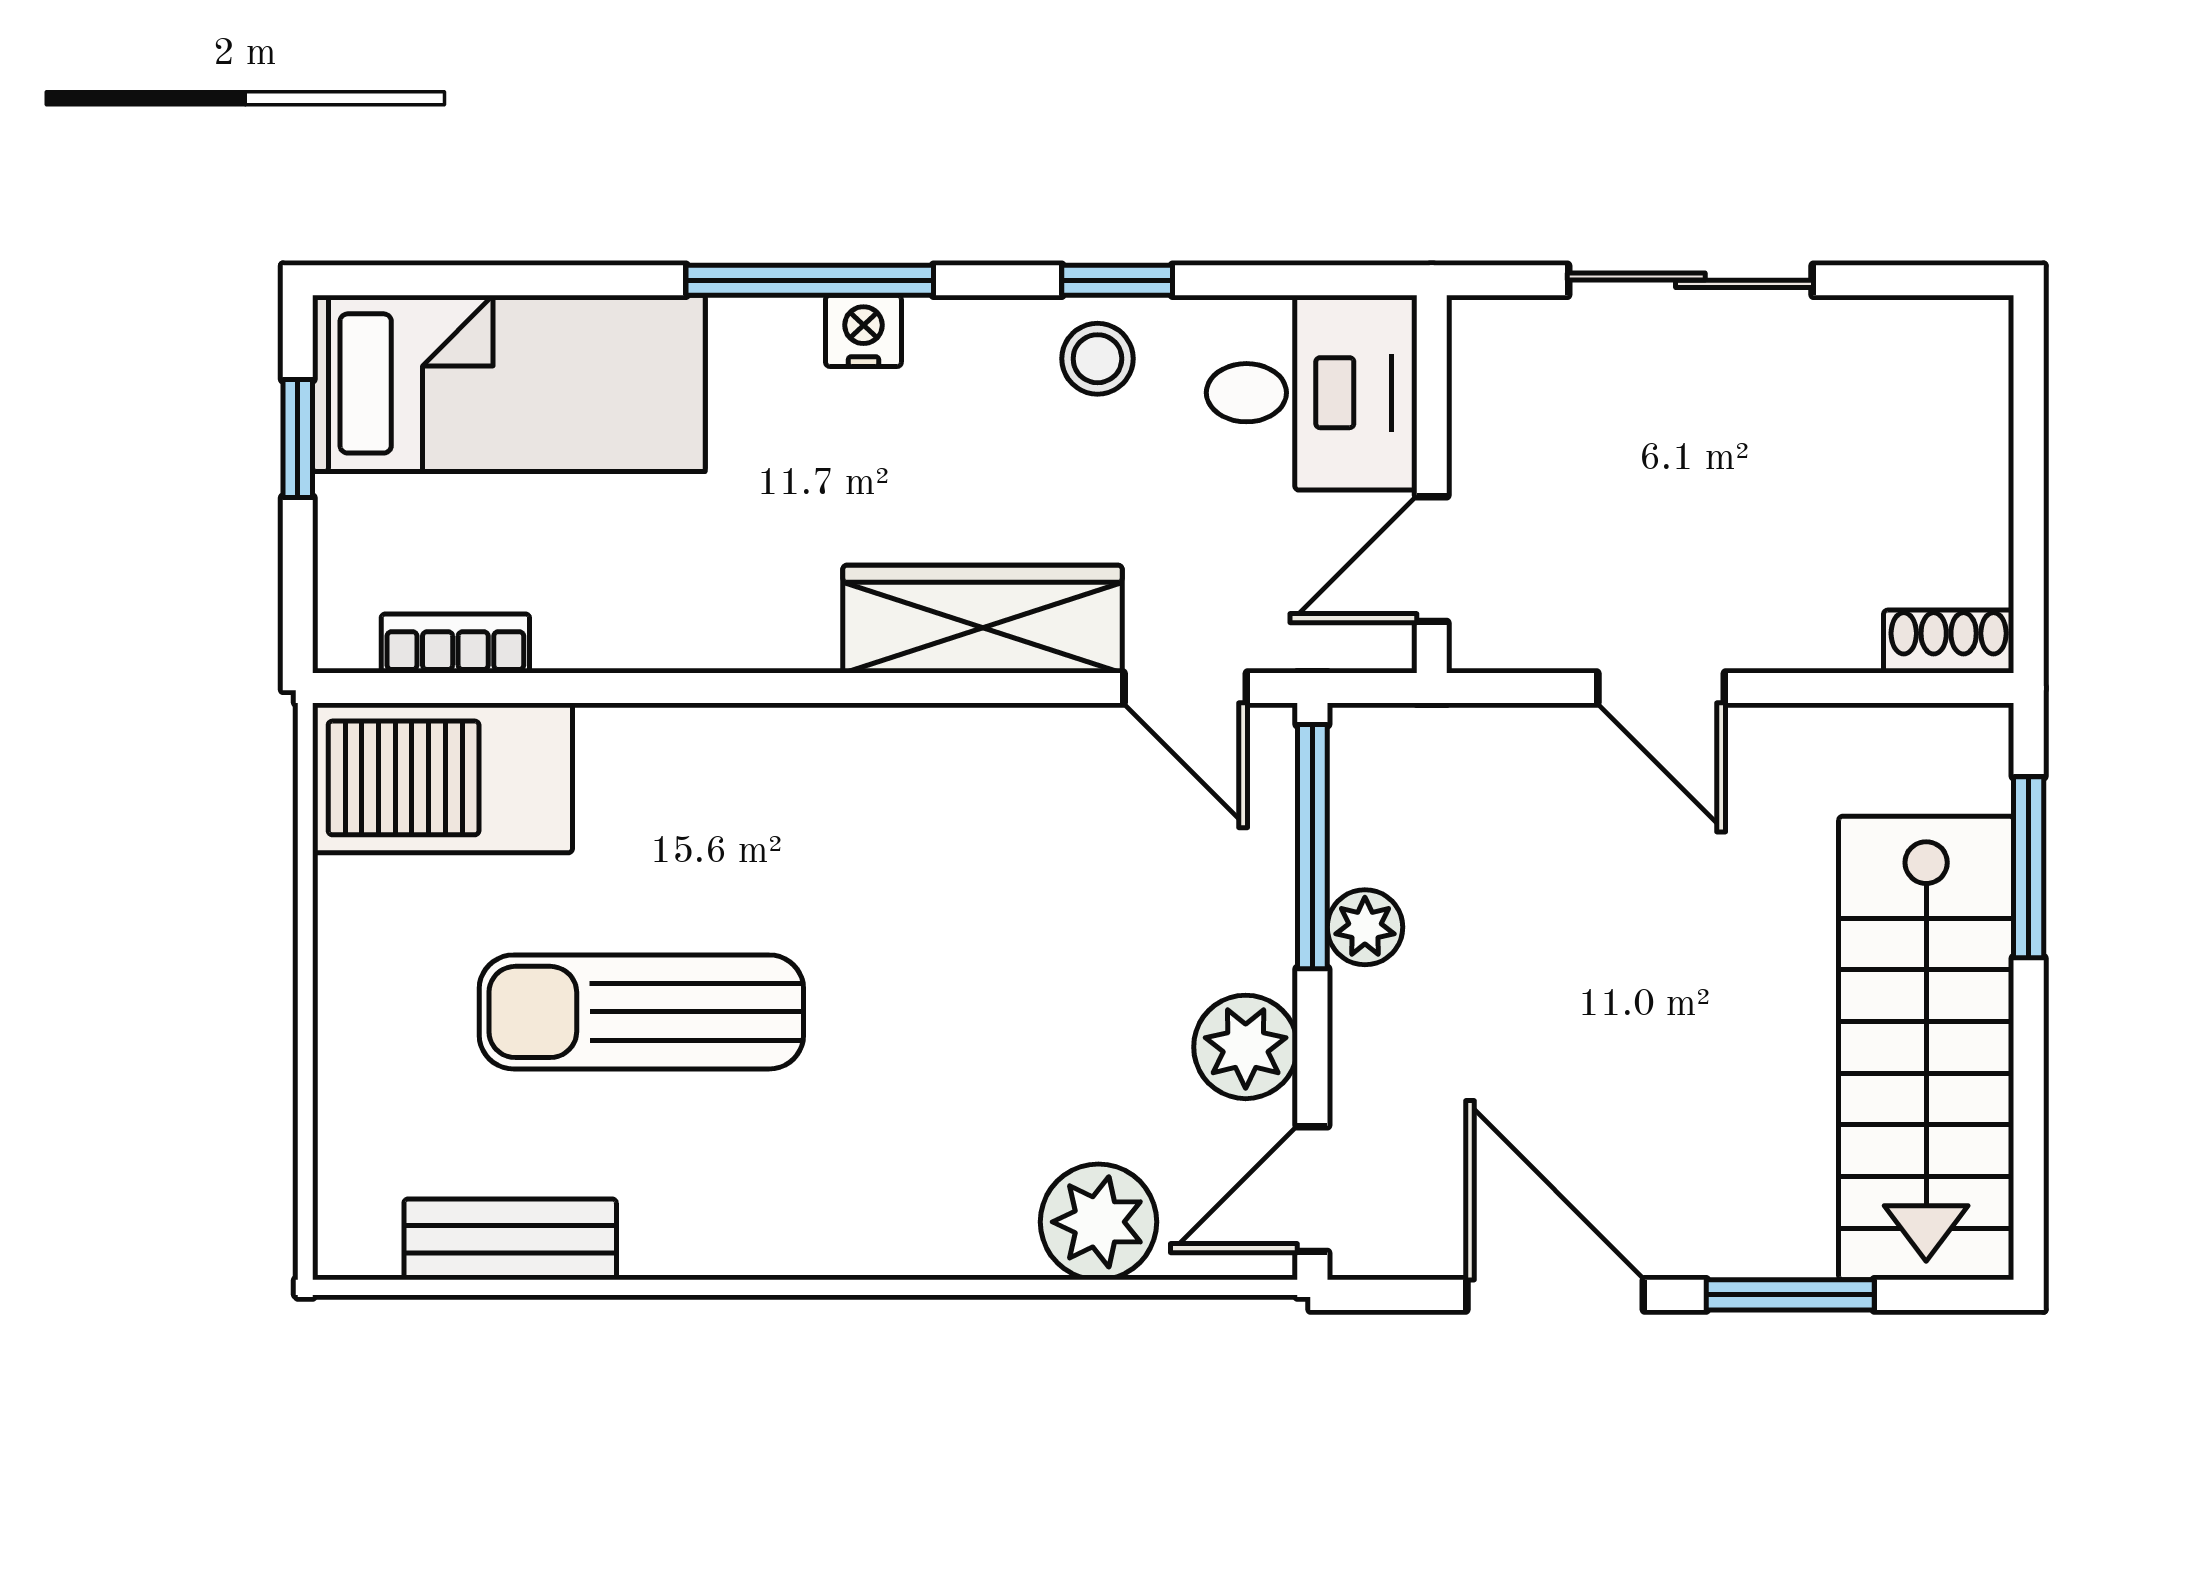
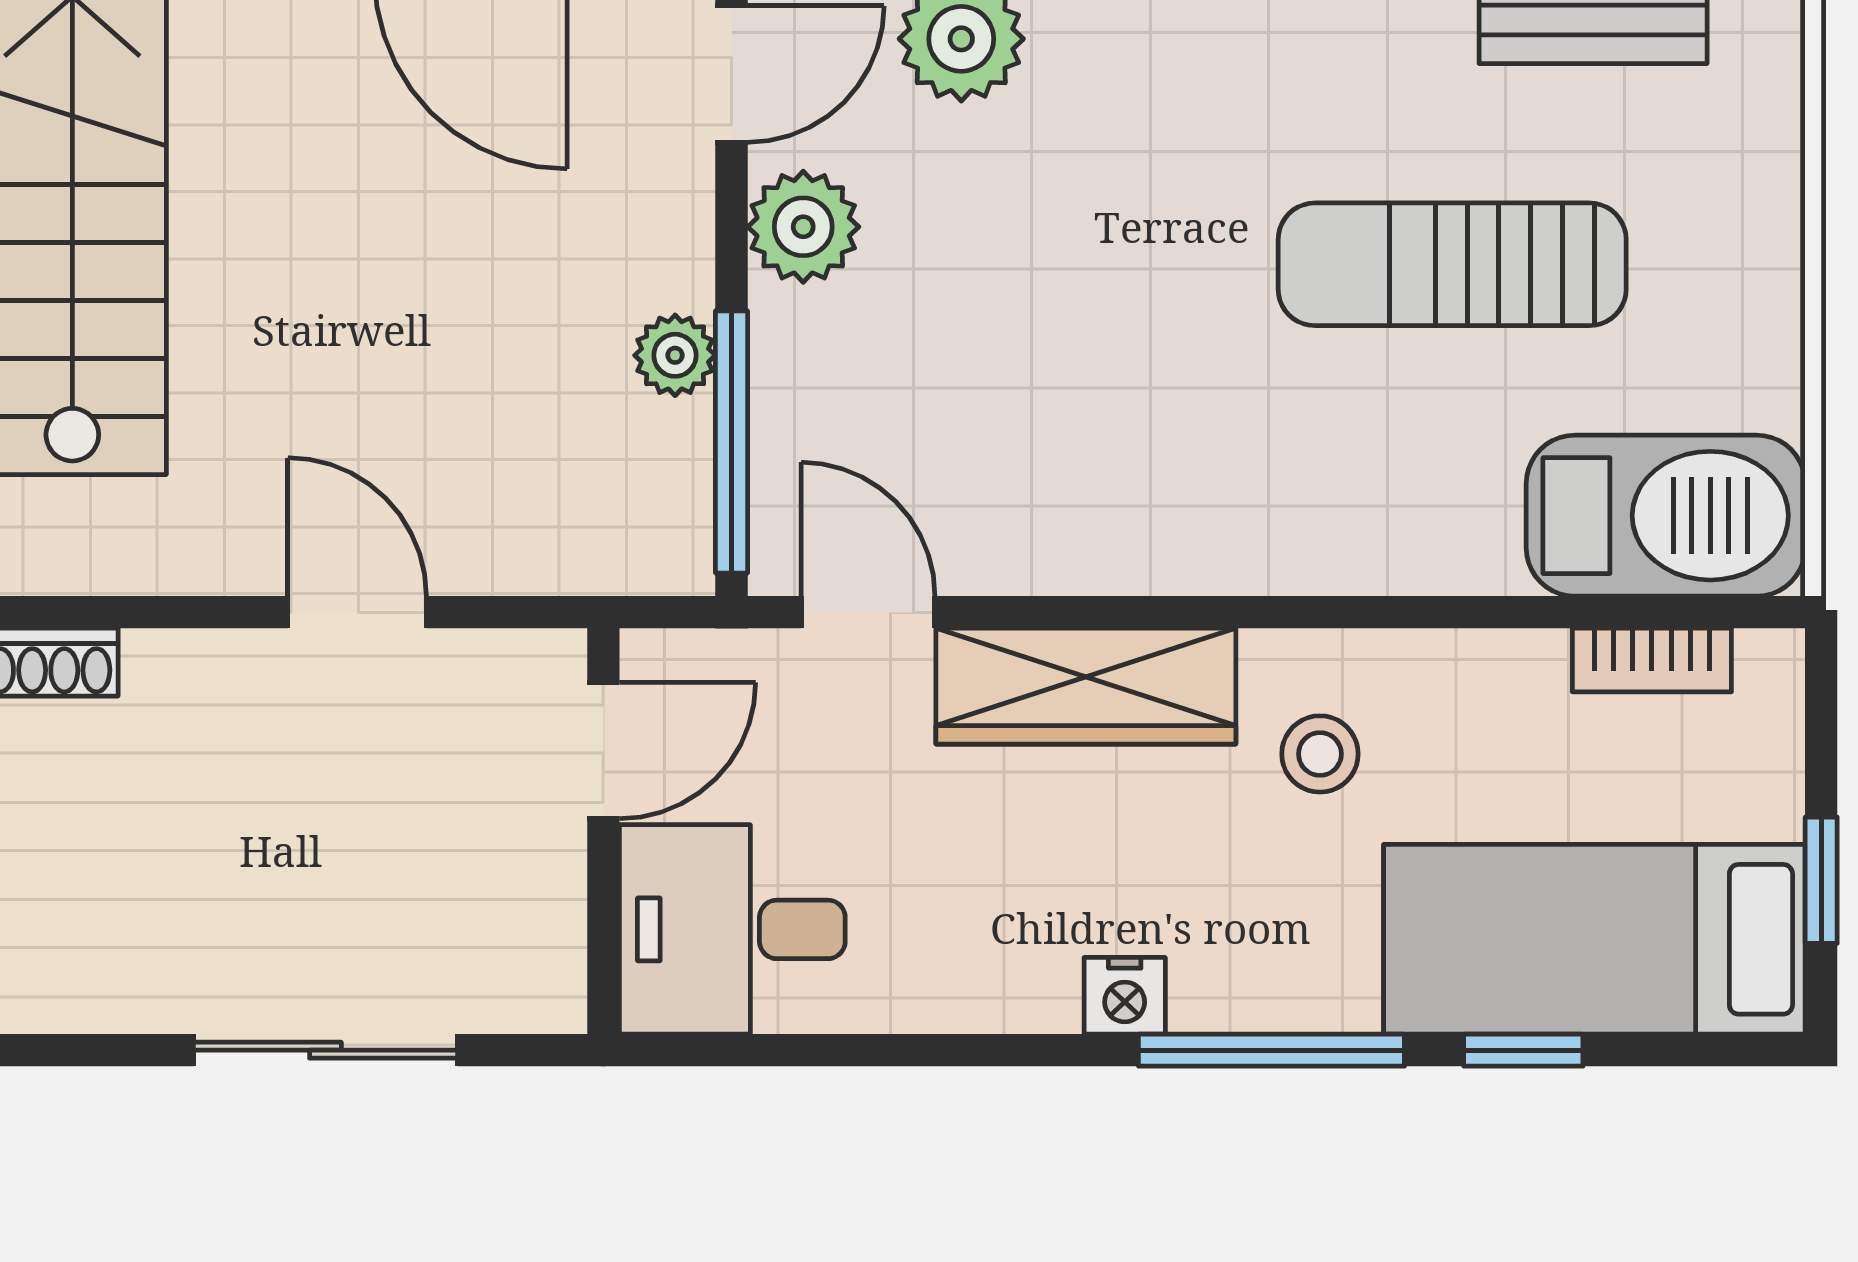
window: (1117, 280) -> (1523, 1050), moved
nightstand: (863, 331) -> (1125, 996), moved
stool: (1097, 359) -> (1320, 754), moved
sun lounger: (641, 1012) -> (1452, 264), turned 180

